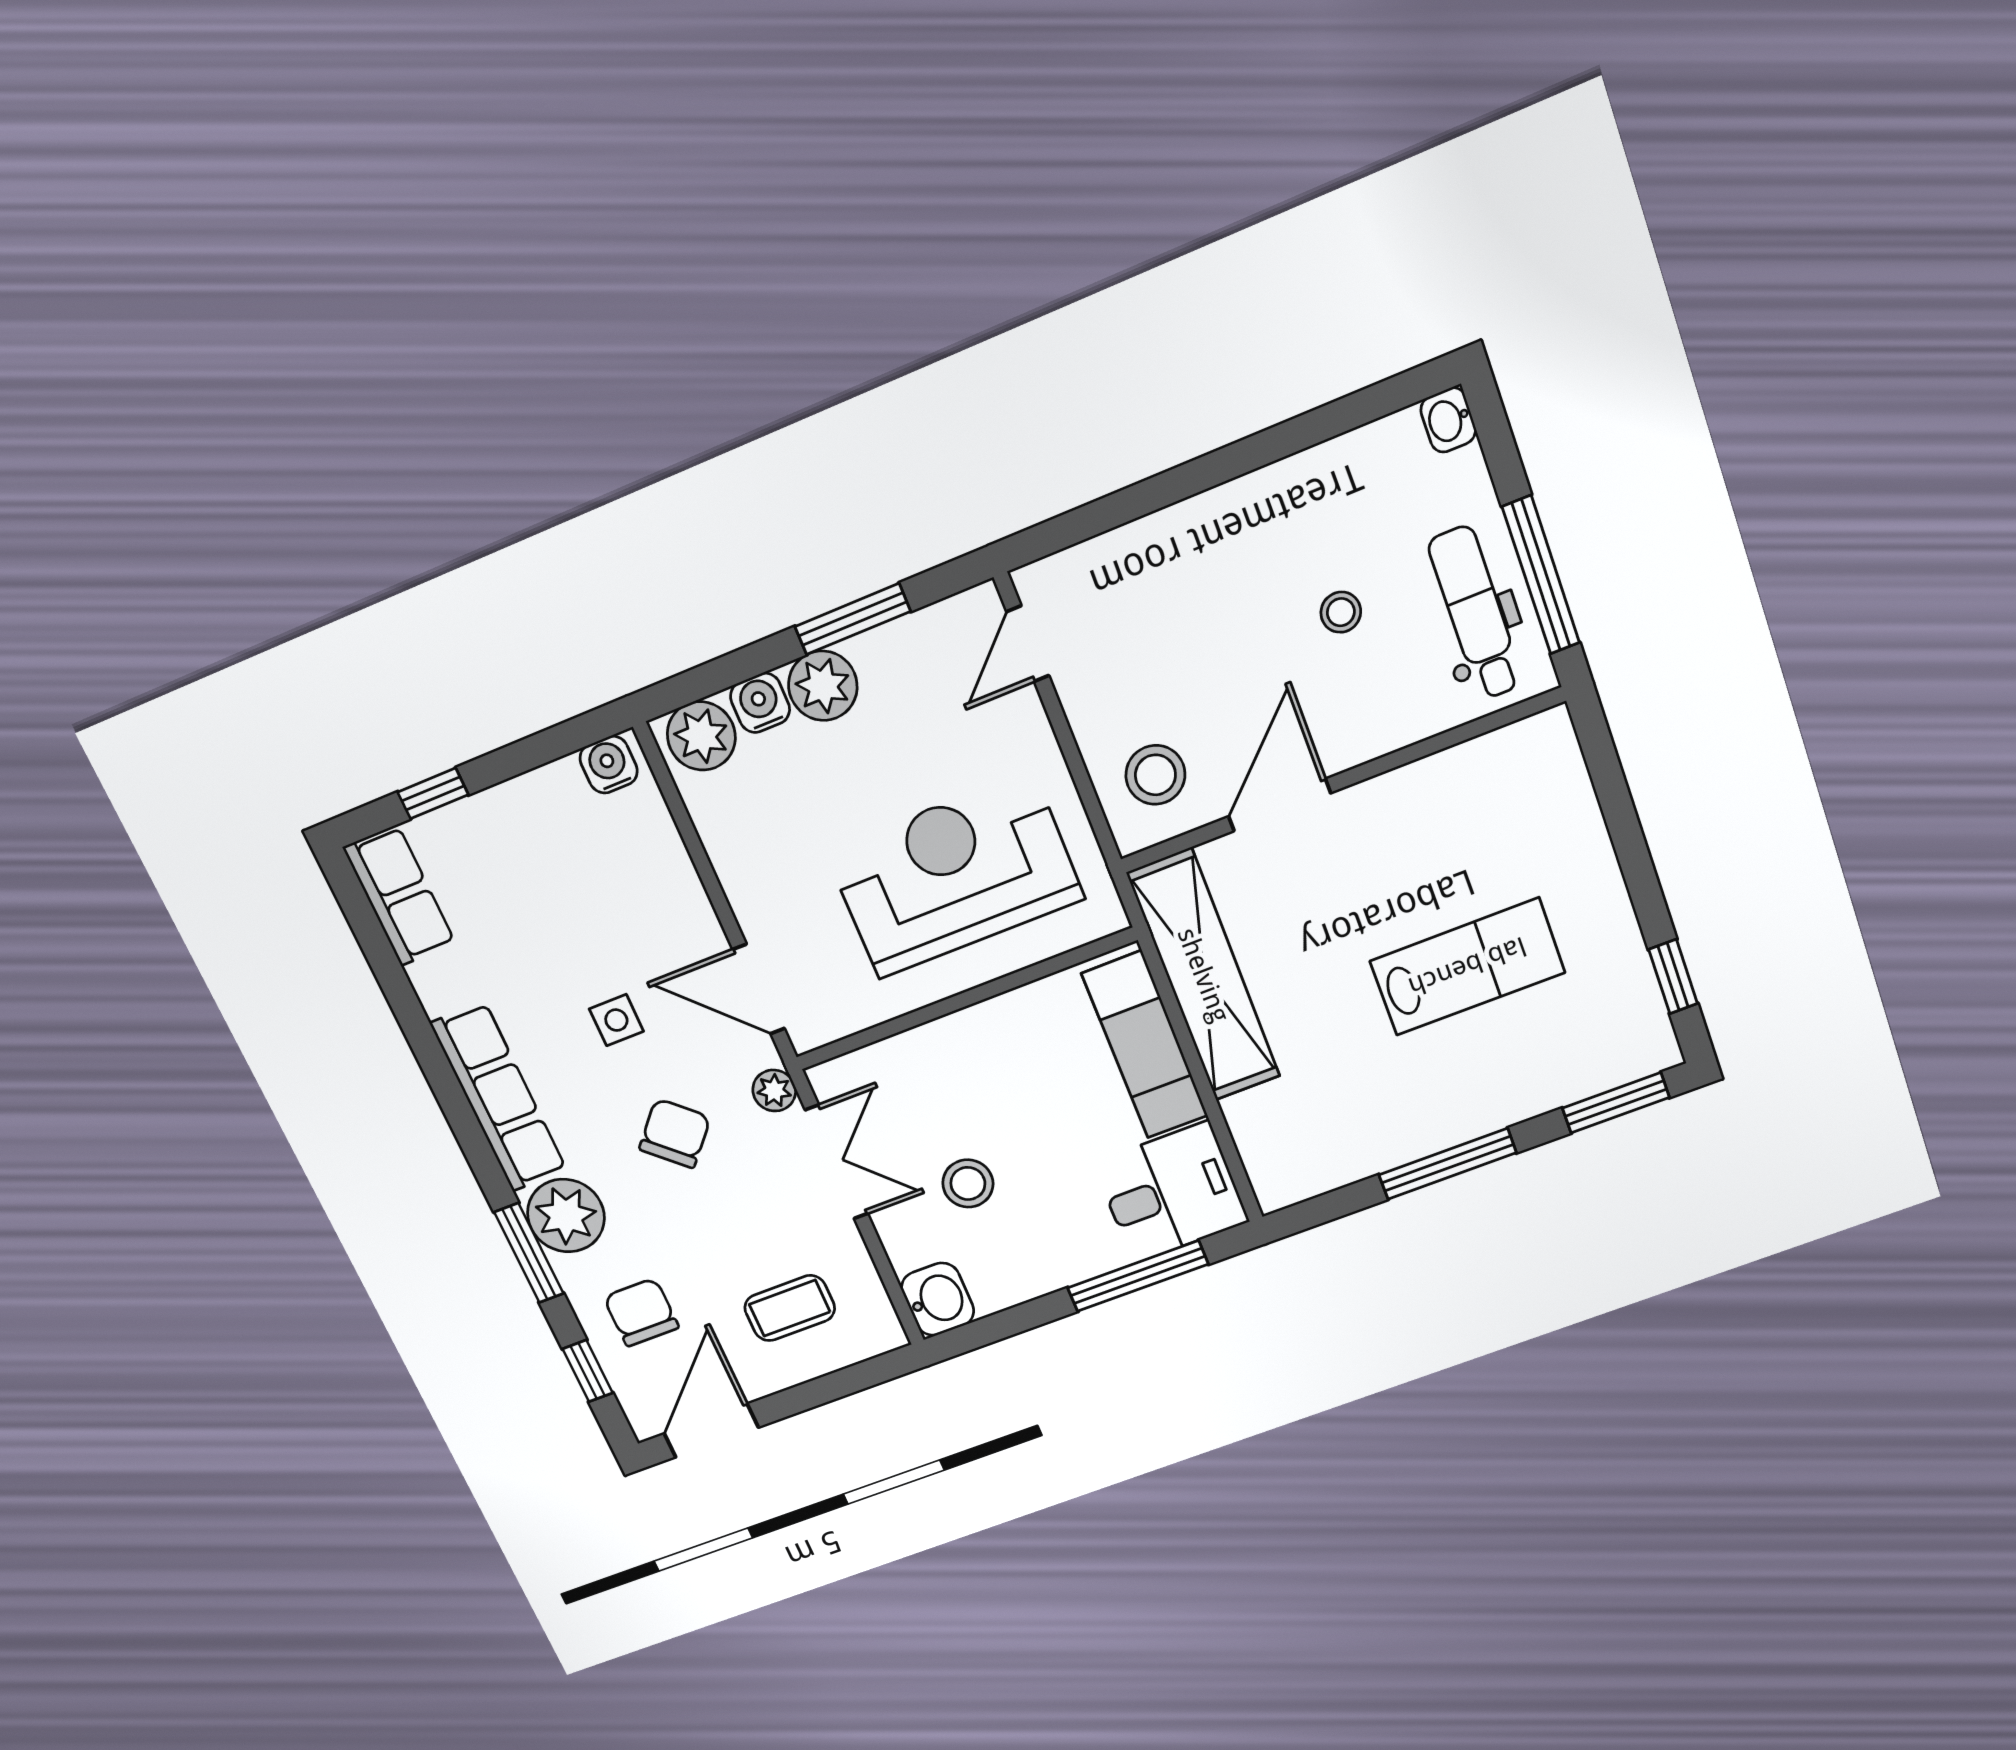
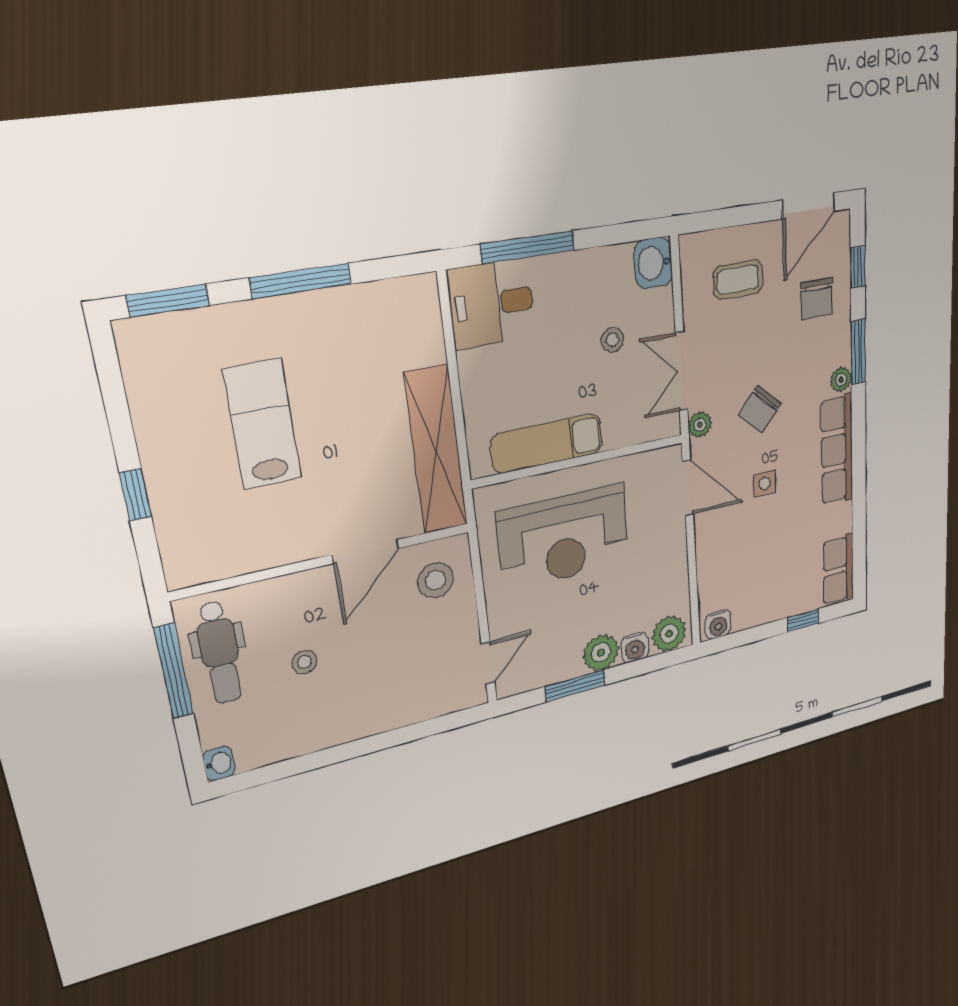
lab bench: (1467, 967) -> (262, 424), turned 90
window: (1673, 977) -> (135, 495), moved
exam couch: (1145, 1045) -> (547, 443), moved, turned -90
stool: (968, 1183) -> (613, 340), width x0.73, depth x0.73
plant: (566, 1216) -> (841, 380), width x0.53, depth x0.53

